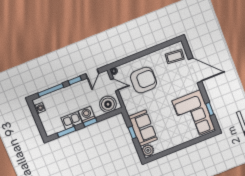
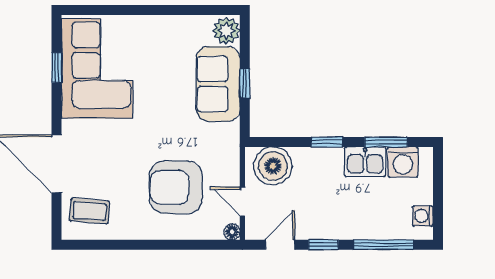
washing machine: (87, 114) -> (403, 162), moved

